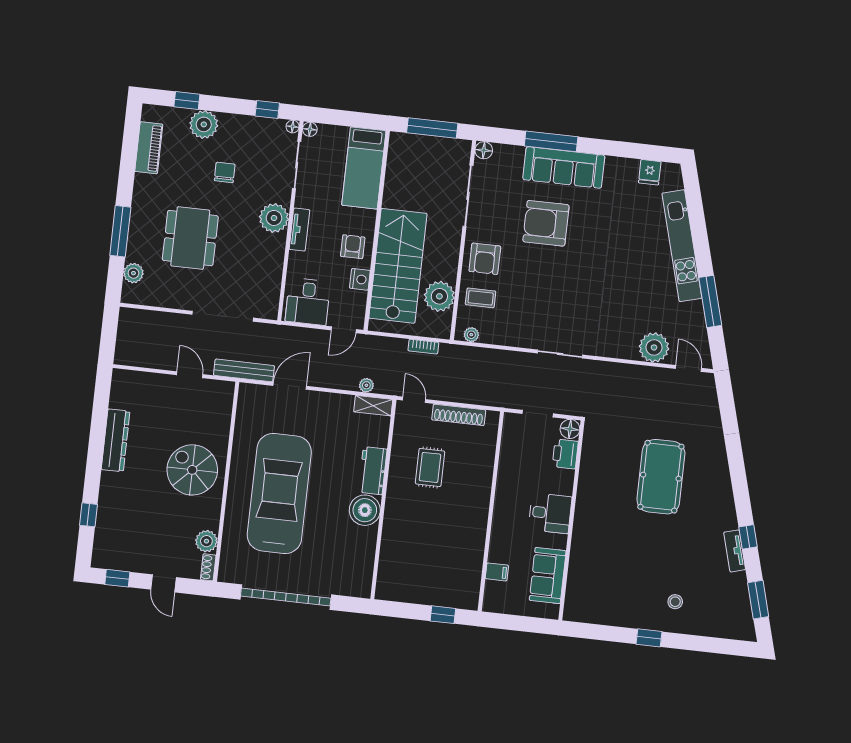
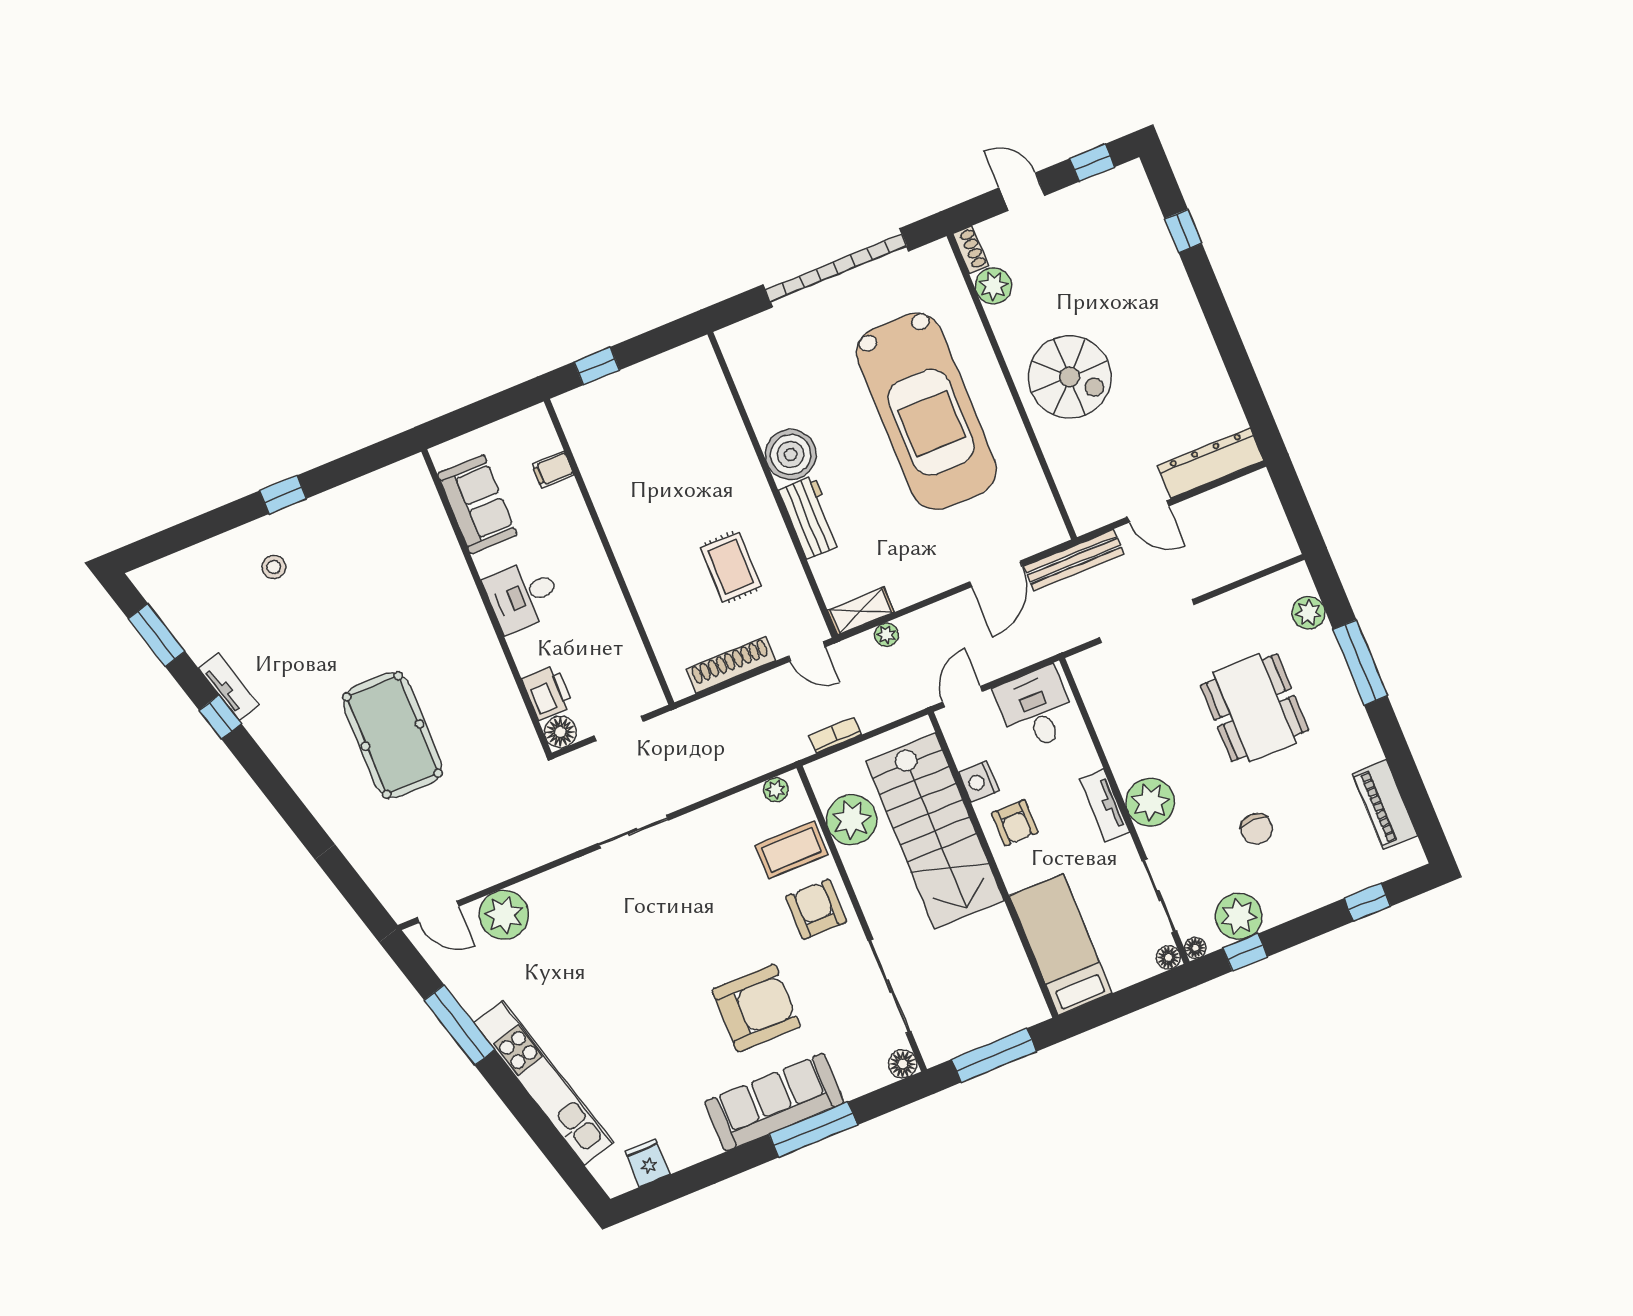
plant: (204, 124) -> (1239, 916), moved
coffee table: (481, 298) -> (791, 850), width x1.36, depth x1.30
dresser: (116, 440) -> (1211, 463), moved, turned 90

